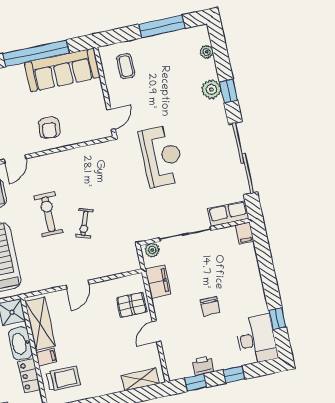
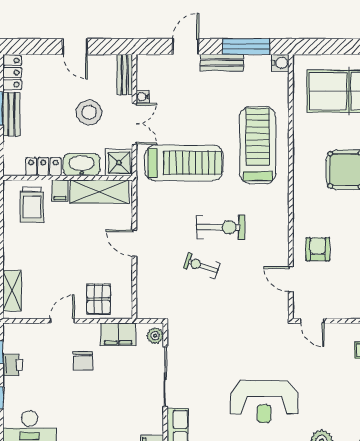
armchair: (49, 128) -> (318, 249), turned 84
reception desk: (162, 156) -> (264, 401), moved
door: (15, 159) -> (291, 279), moved
chair: (210, 307) -> (83, 361), moved, turned -90
door: (157, 331) -> (62, 321), hinge flipped

